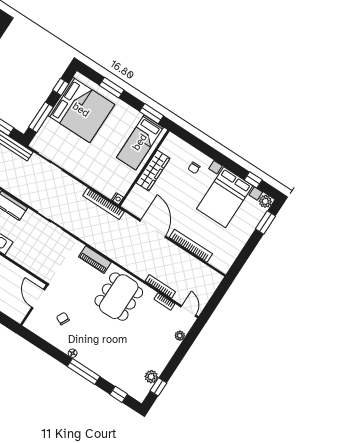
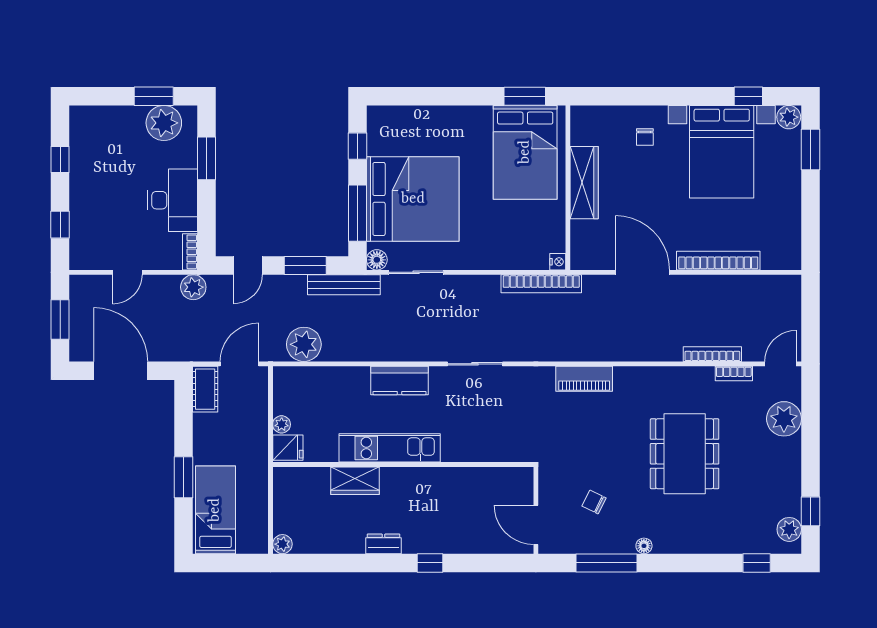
window: (112, 88) -> (437, 96), removed
bed: (81, 110) -> (413, 199), moved
bed: (140, 142) -> (525, 152), width x1.50
floor lamp: (36, 144) -> (377, 260), added
dining table: (119, 297) -> (685, 454), moved
door: (38, 299) -> (536, 525), moved
door: (188, 311) -> (780, 364), hinge flipped
plant: (180, 336) -> (784, 419), width x1.88, depth x1.88
window: (84, 371) -> (607, 563), moved
plant: (151, 377) -> (789, 529), moved

